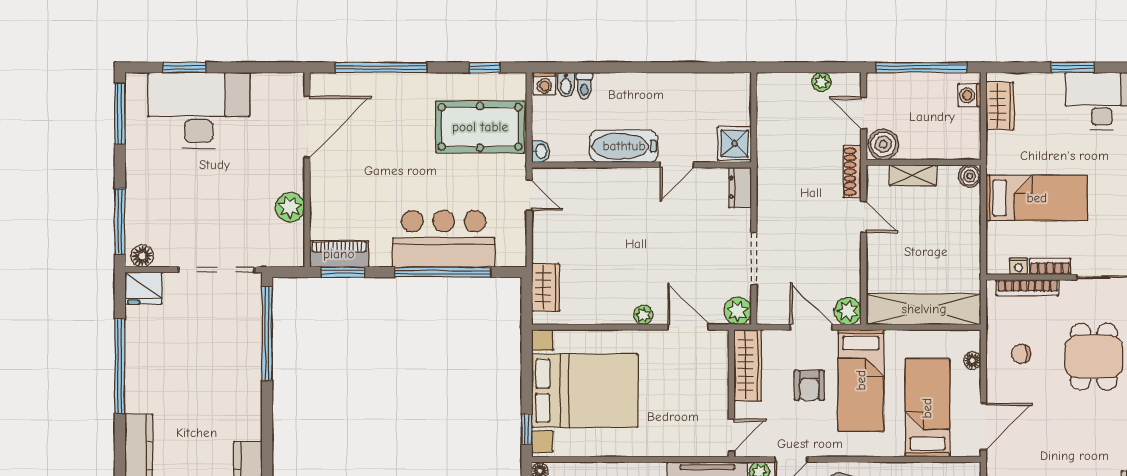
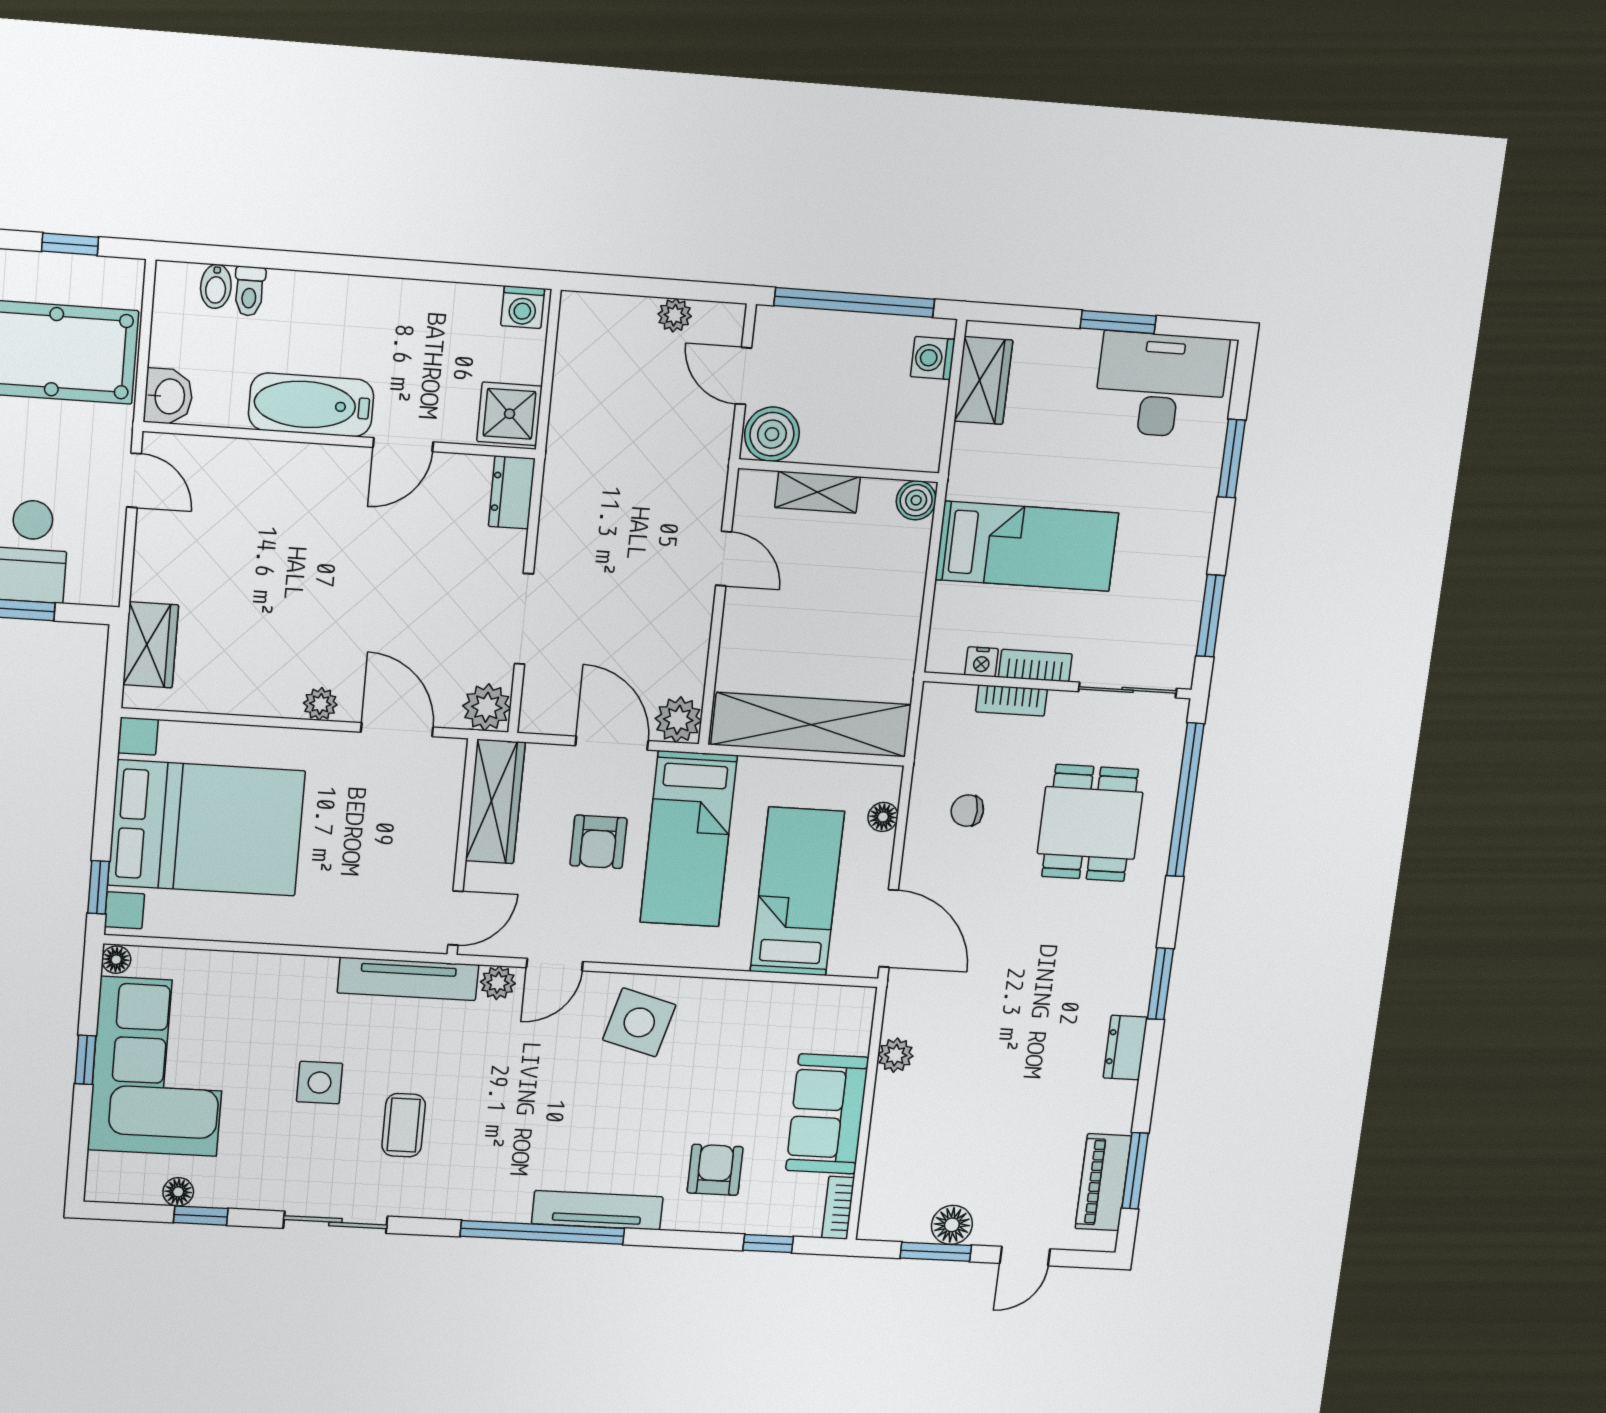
washing machine: (544, 84) -> (523, 307), moved
washbasin: (541, 151) -> (168, 396), width x1.38, depth x1.45
shoe rack: (852, 172) -> (712, 478), removed
bookcase: (1028, 288) -> (1012, 701), width x0.64
door: (983, 426) -> (889, 929), hinge flipped

